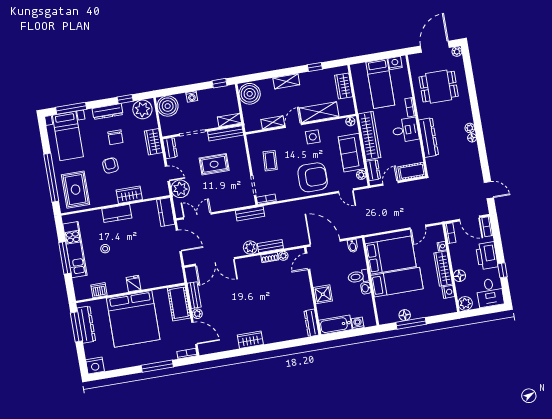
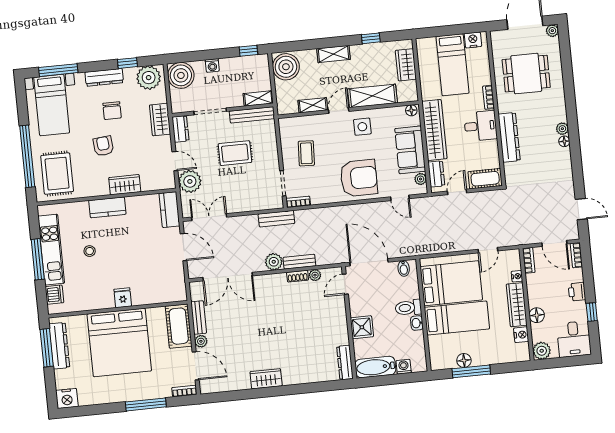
printer: (487, 256) -> (577, 292), width x0.53, depth x0.68
dishwasher: (99, 290) -> (54, 295), moved, turned 90

